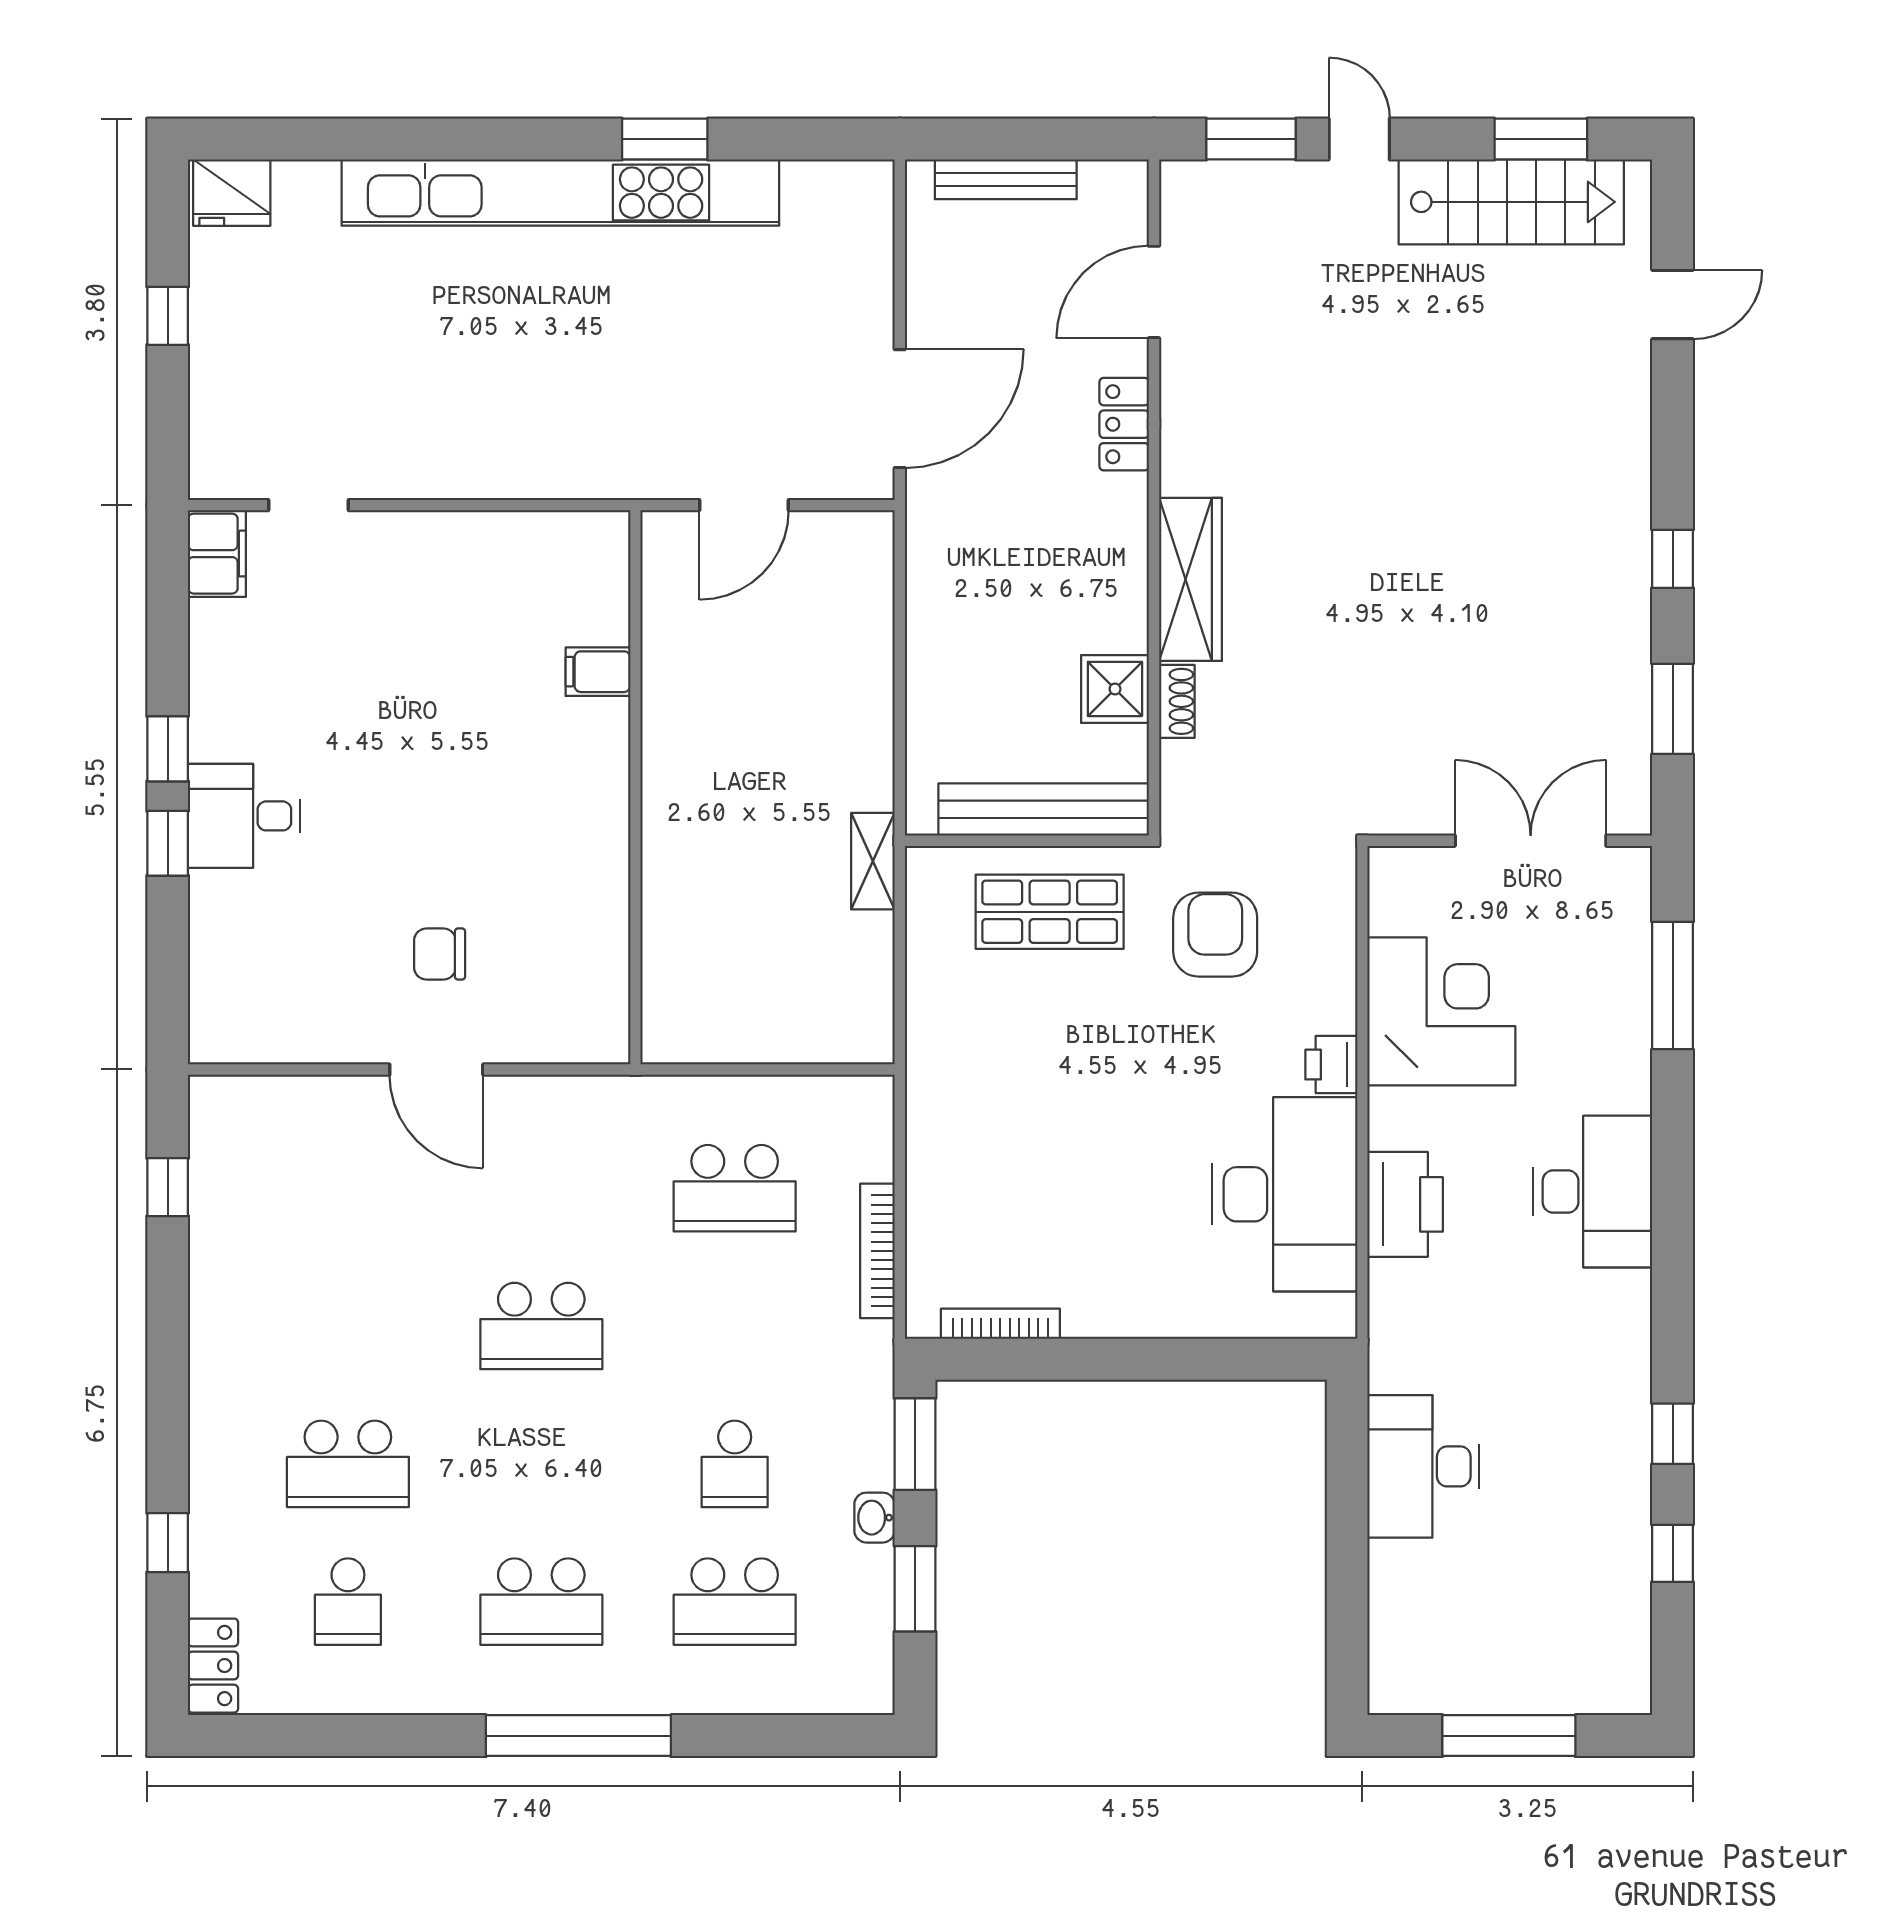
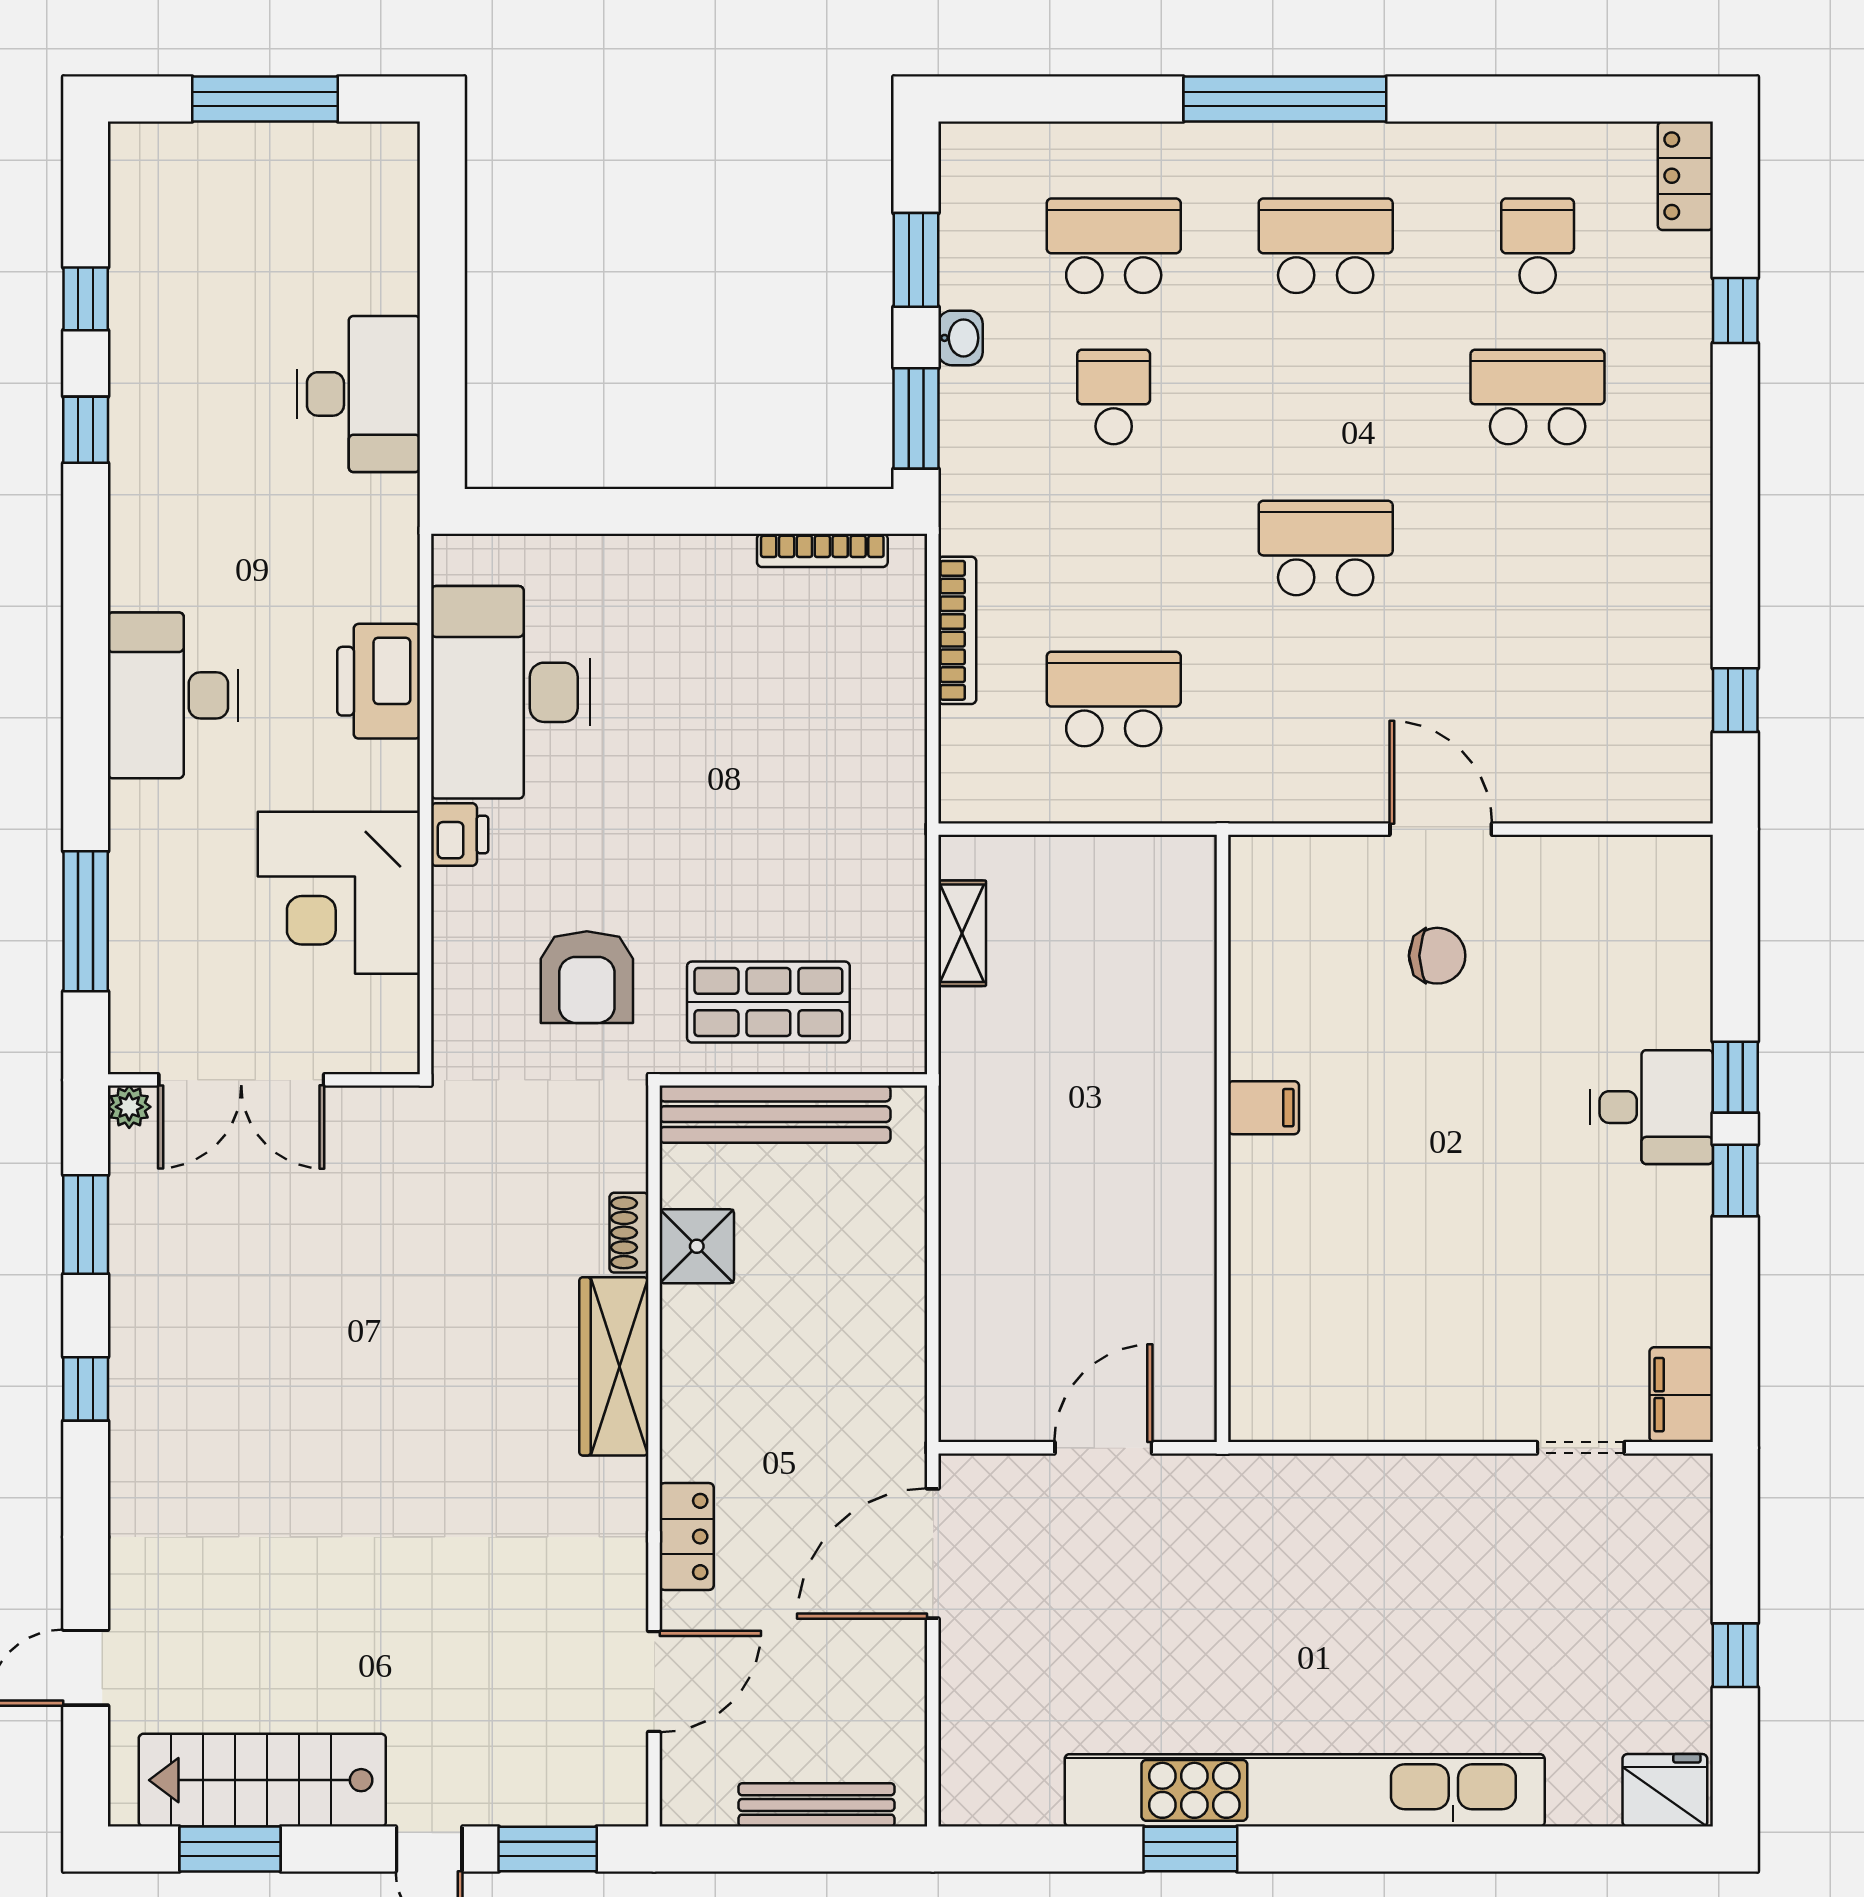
filing cabinet: (598, 672) -> (1264, 1108), moved
plant: (1633, 816) -> (129, 1107), added
shelving: (873, 861) -> (962, 933), moved

